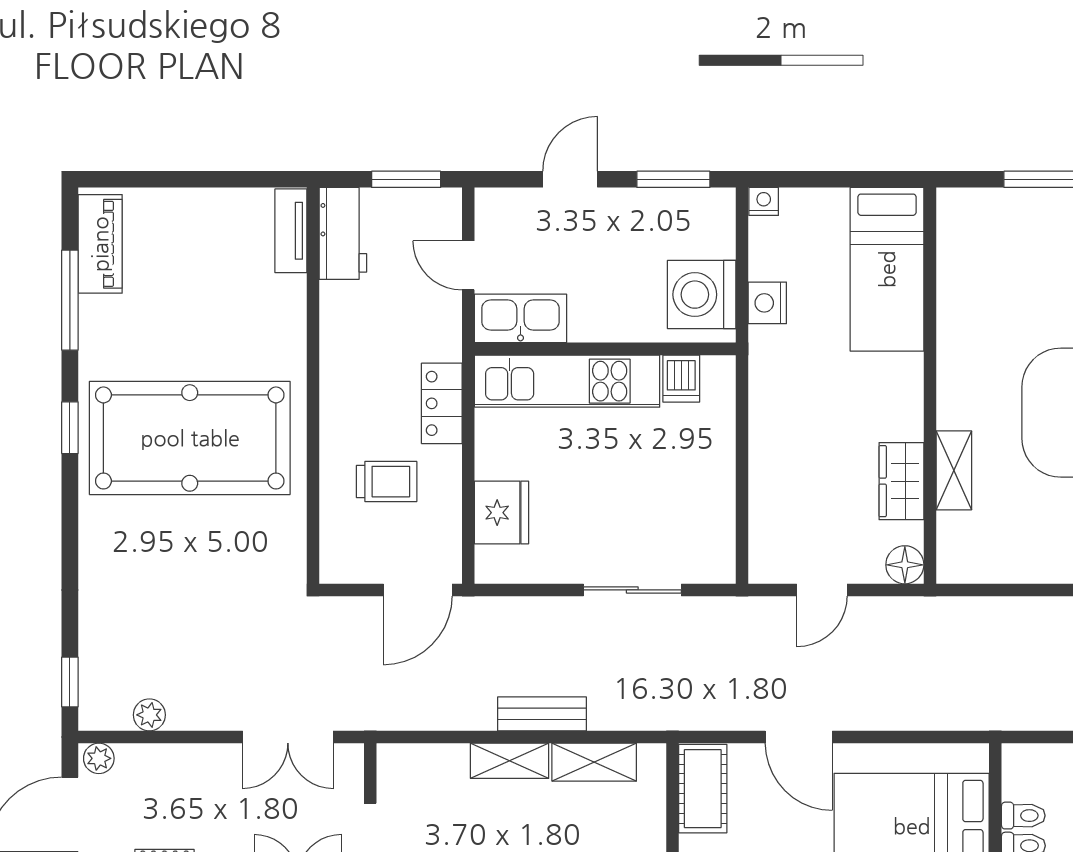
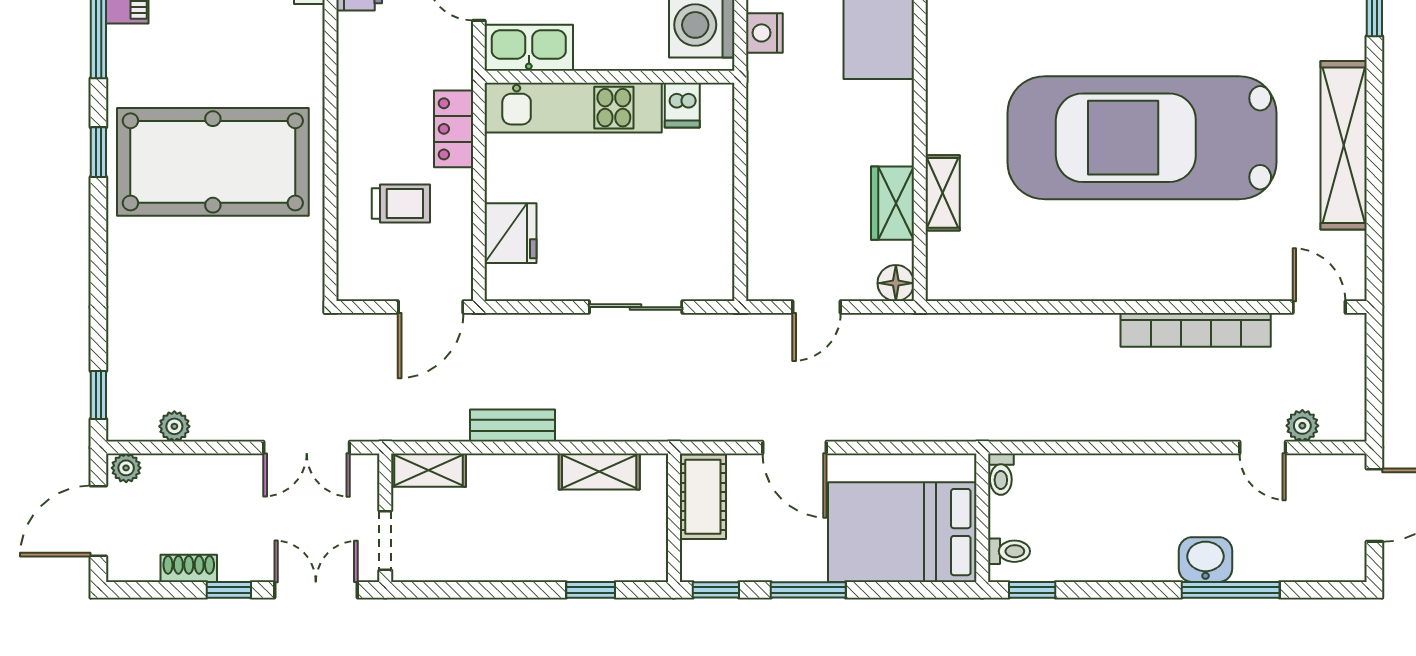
bench: (542, 714) -> (512, 425), moved
shelving: (510, 761) -> (428, 470), moved
toilet: (1023, 816) -> (1001, 474), moved, turned 90

